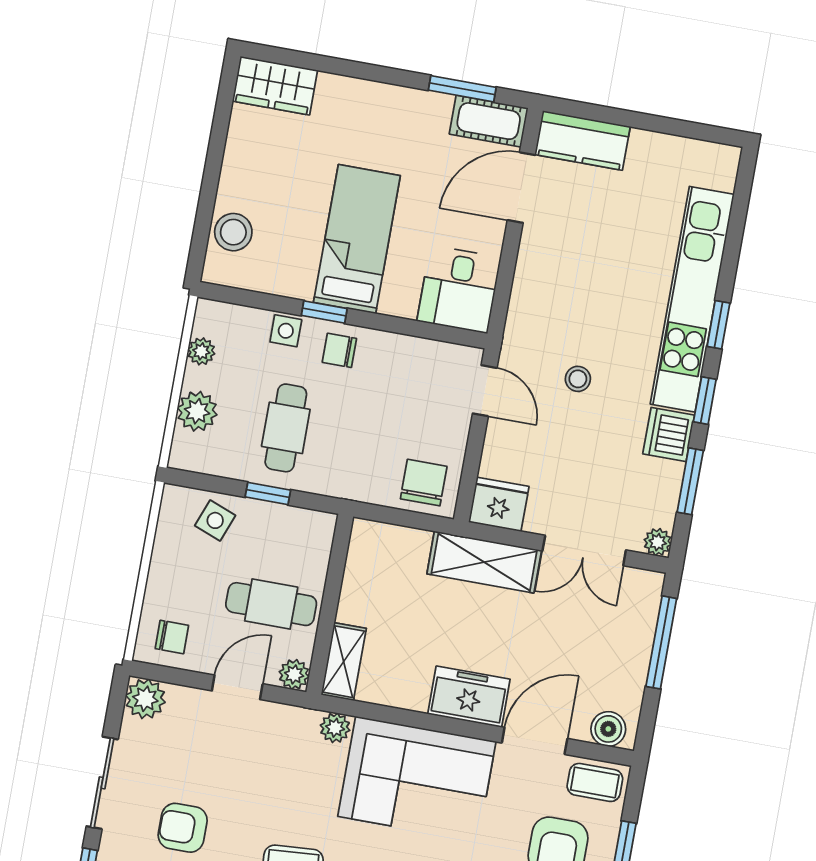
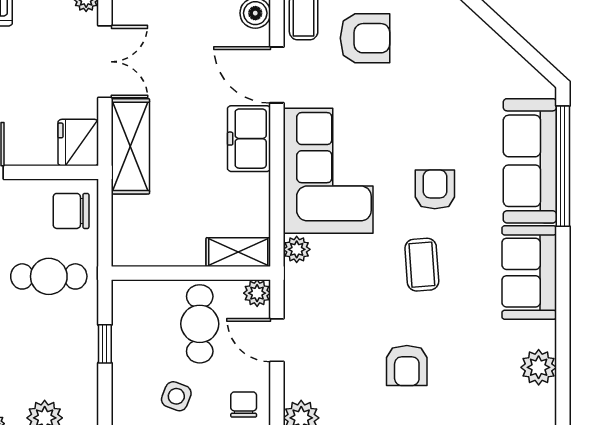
cafe table: (286, 428) -> (49, 276), moved
side table: (215, 520) -> (176, 396), moved

